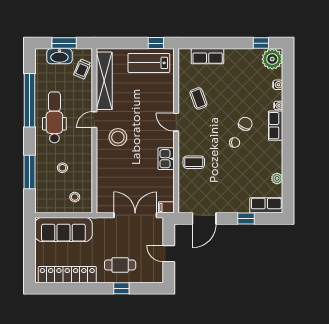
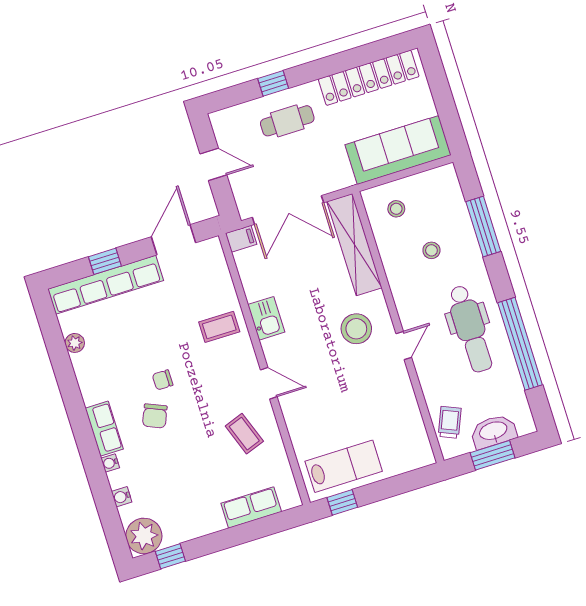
shelving: (104, 81) -> (354, 245), moved
row of seats: (266, 205) -> (106, 285), width x2.02

